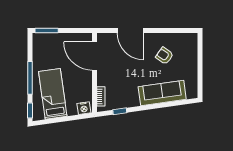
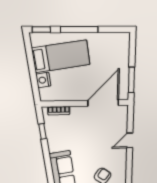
window: (47, 31) -> (131, 80), moved
door: (131, 31) -> (130, 140), width x0.53
nightstand: (84, 108) -> (43, 80), moved

